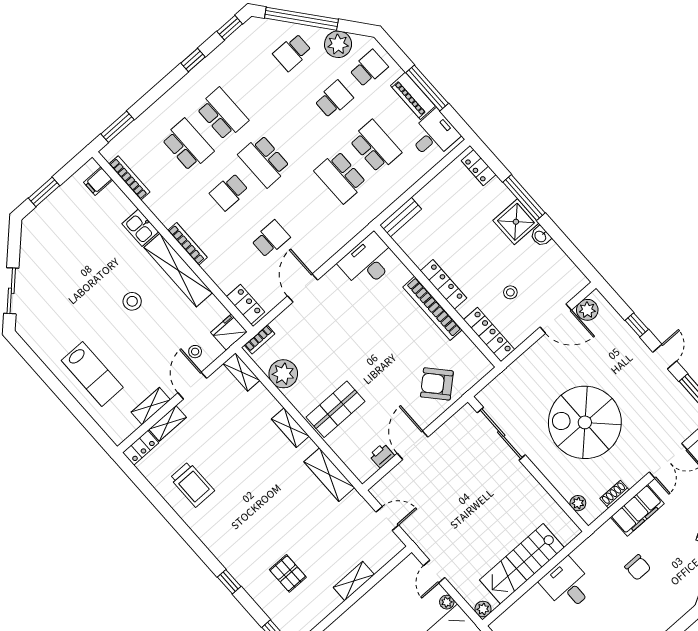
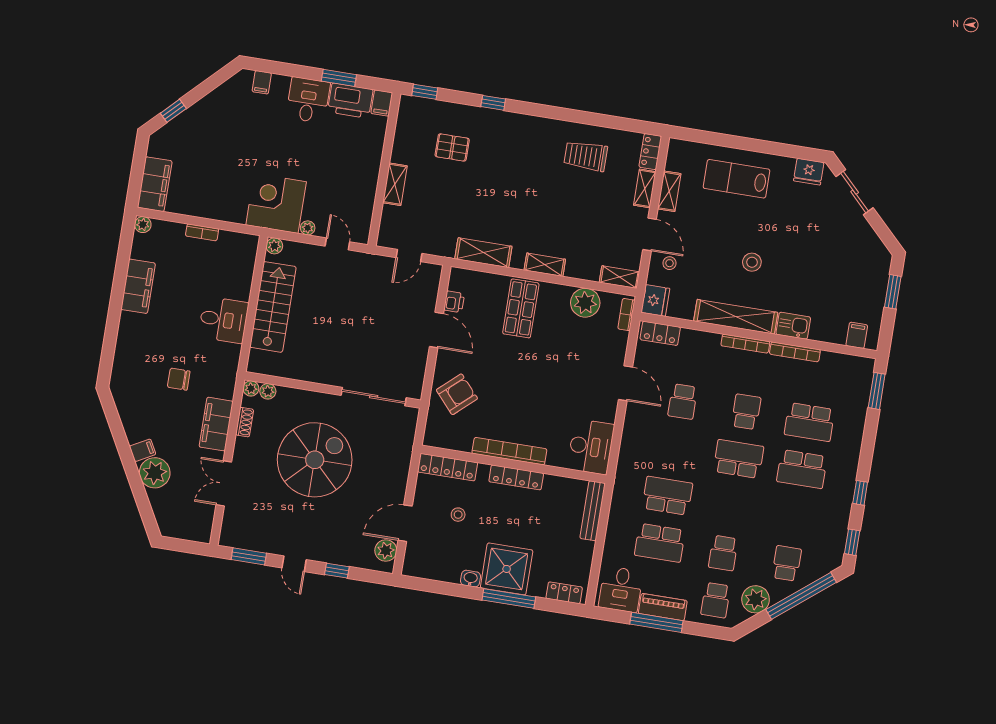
bookcase: (129, 178) -> (795, 352), moved
bench: (401, 217) -> (593, 511), width x1.36
shower: (516, 222) -> (507, 569), width x1.37, depth x1.37
fridge: (33, 335) -> (809, 172), added
plant: (589, 516) -> (251, 388), added

